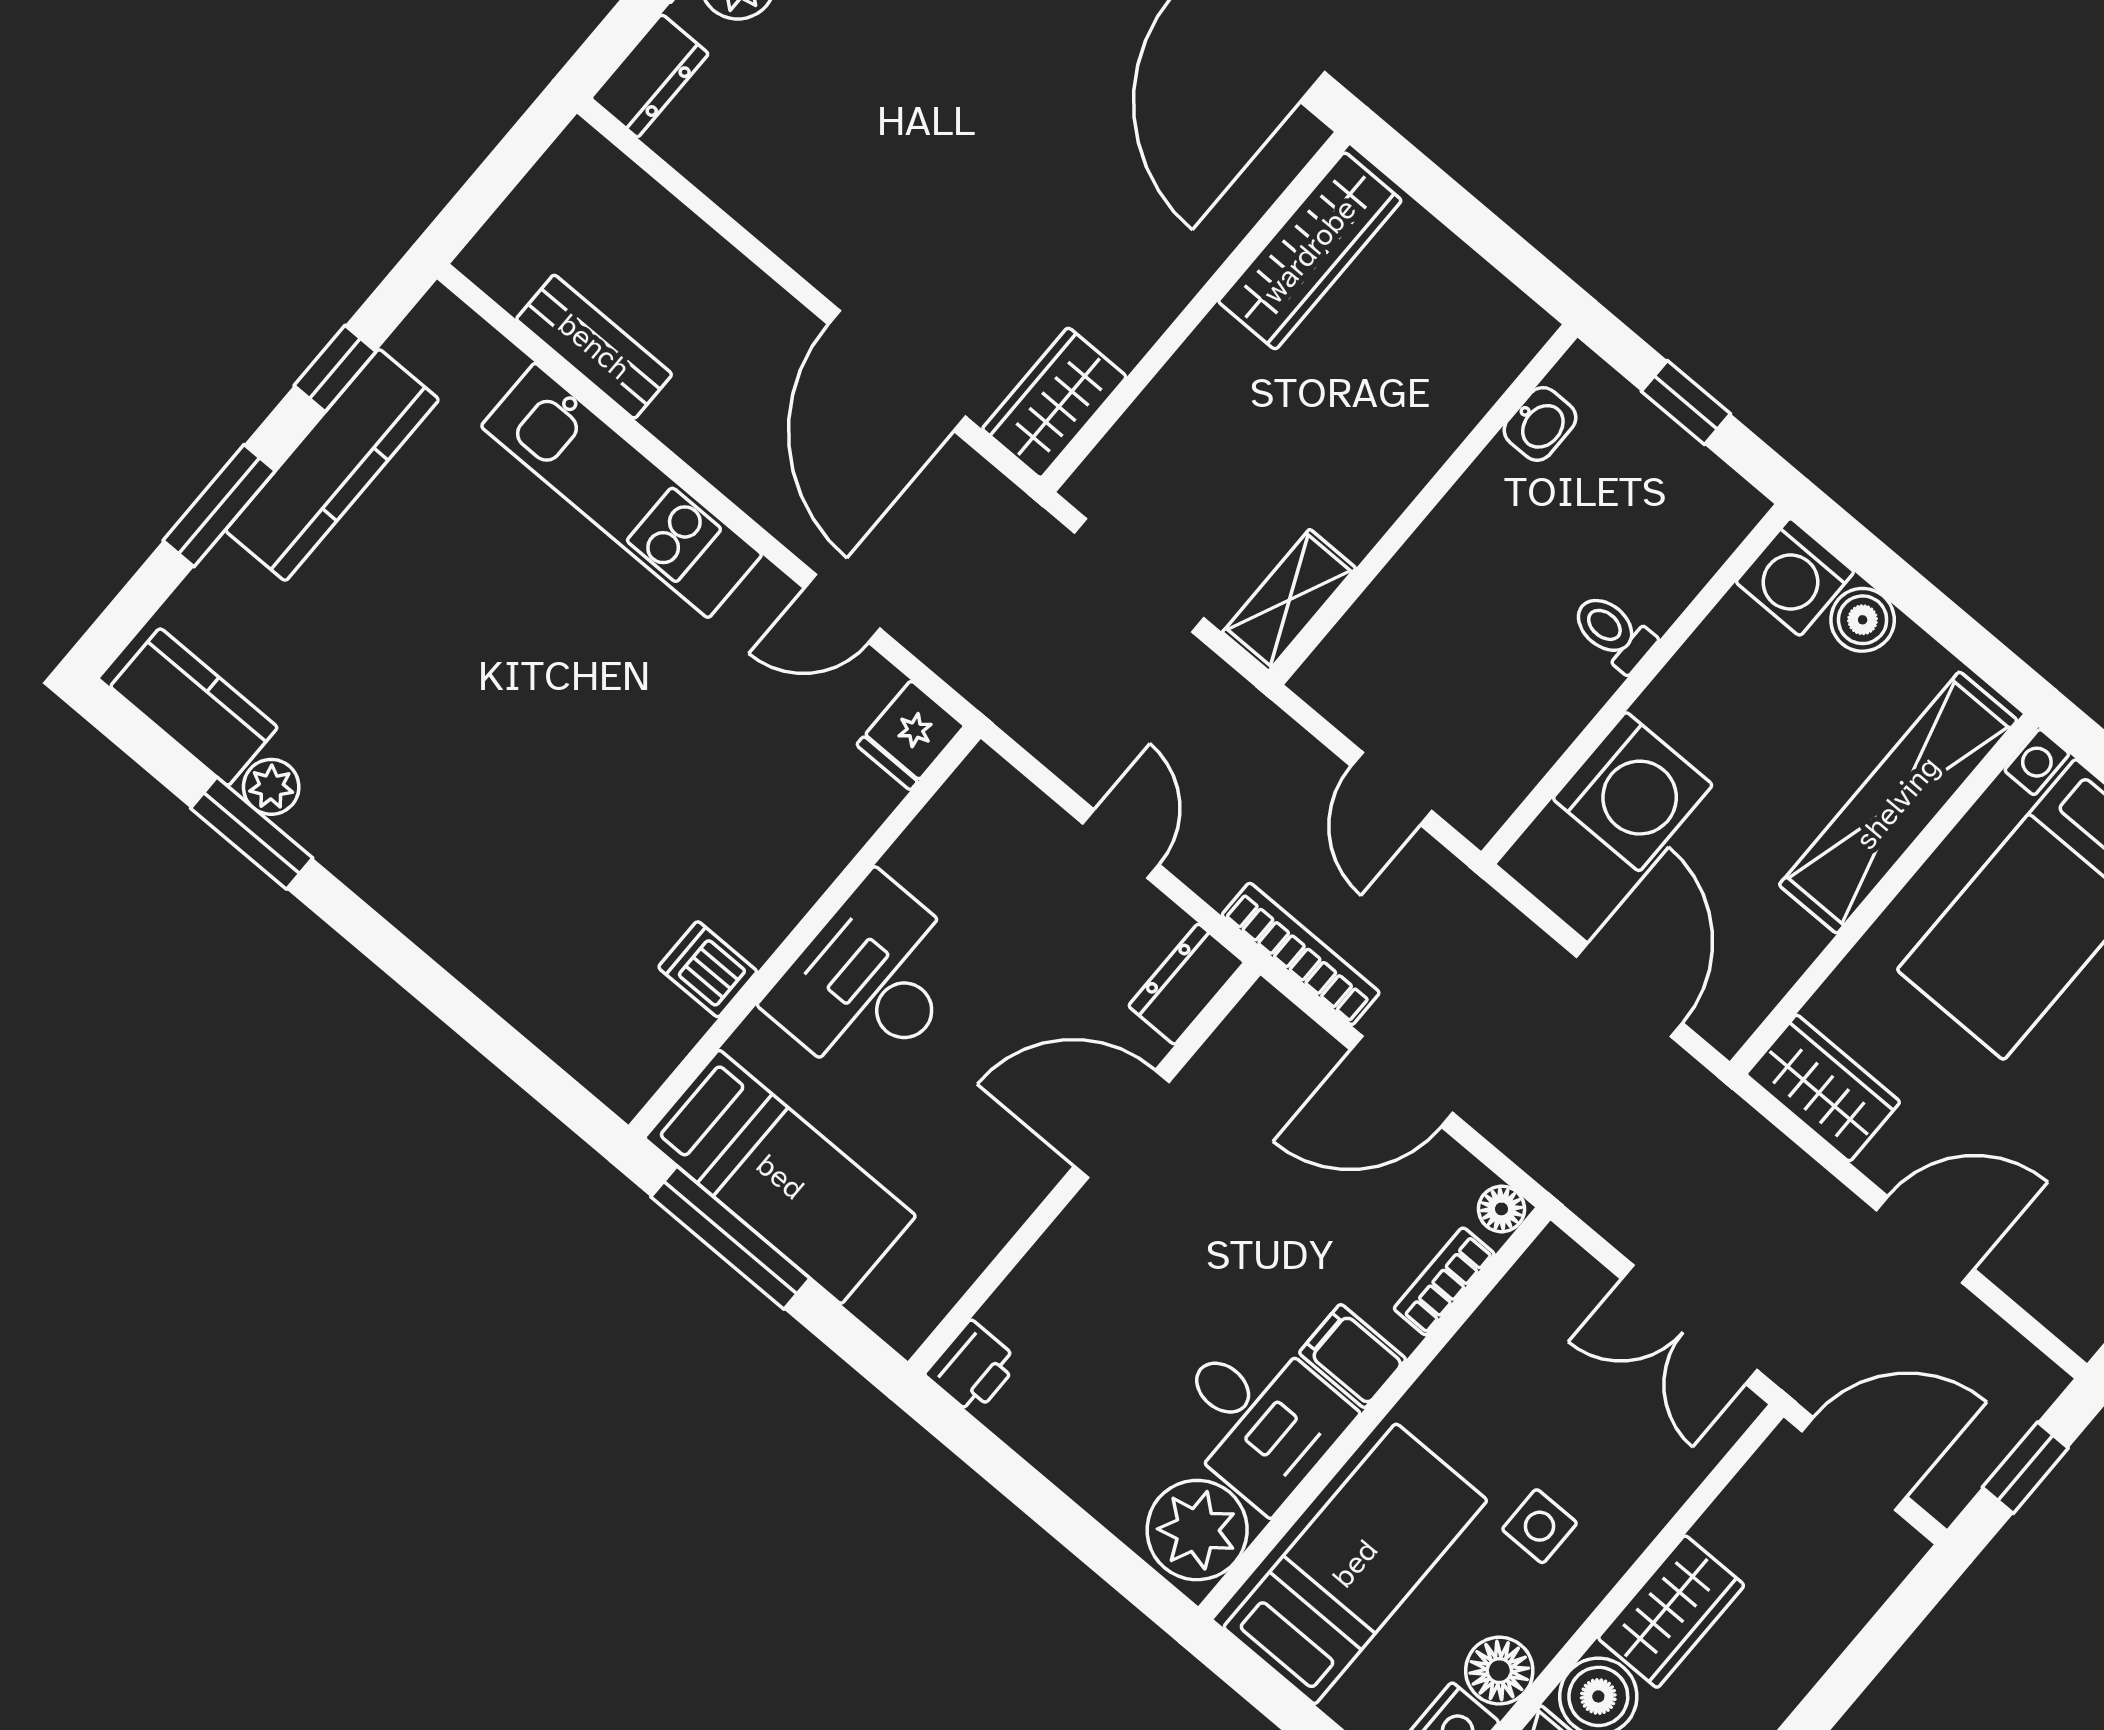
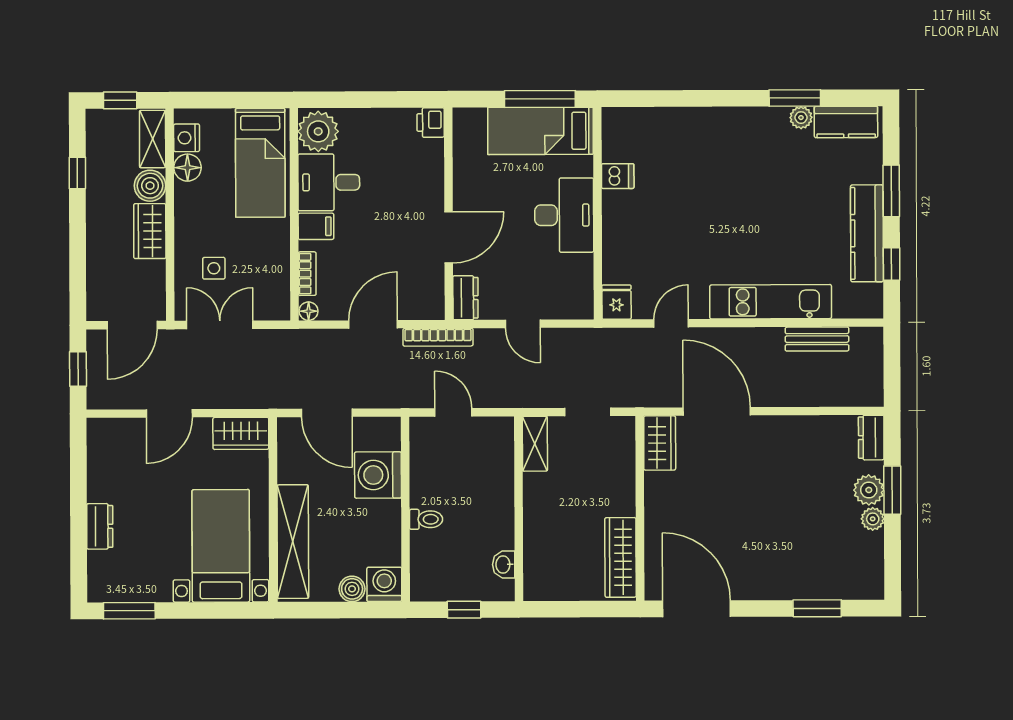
doorway: (1139, 575) -> (588, 412), width x0.73
side table: (1540, 1526) -> (214, 268), moved

